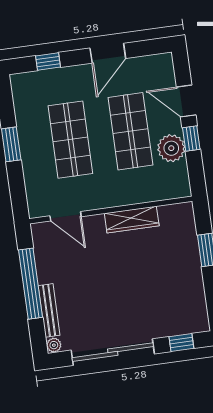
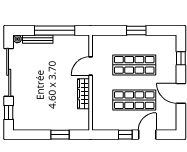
plant: (171, 148) -> (121, 122), removed
door: (66, 216) -> (91, 66), moved

